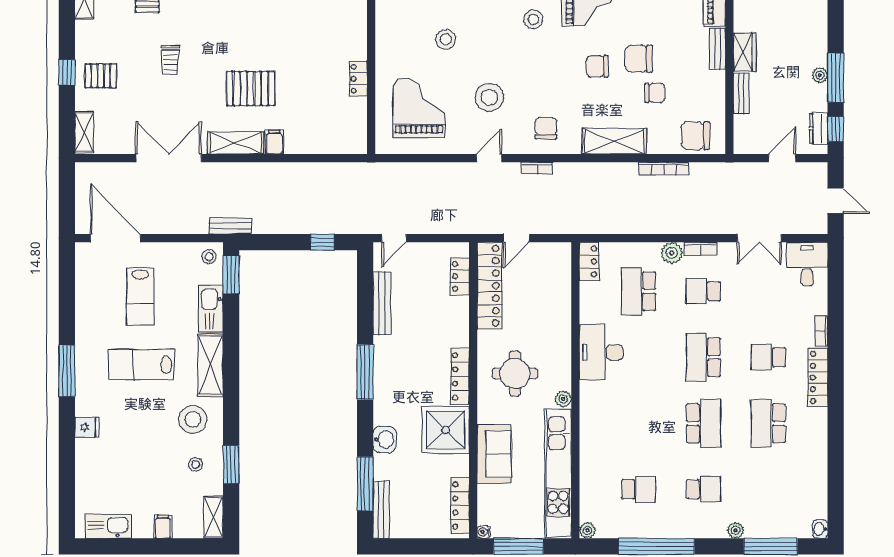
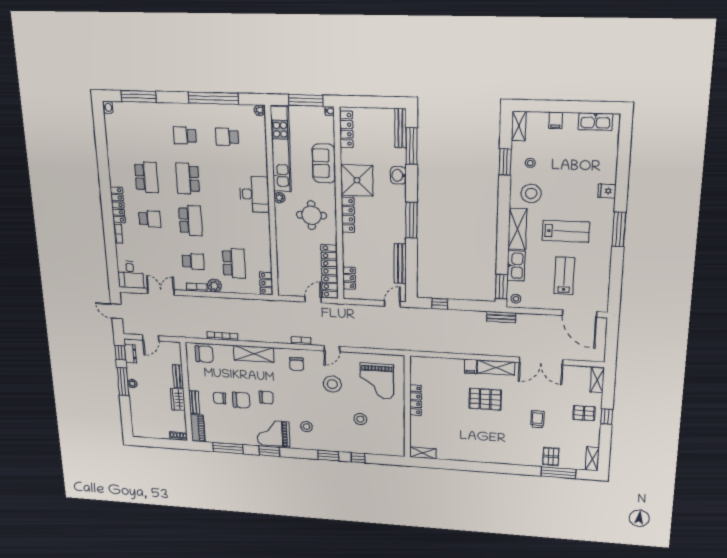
locker: (358, 79) -> (416, 400), width x1.53
chair: (655, 93) -> (220, 398), moved
desk: (601, 352) -> (254, 194), moved
plant: (736, 530) -> (162, 108), removed

